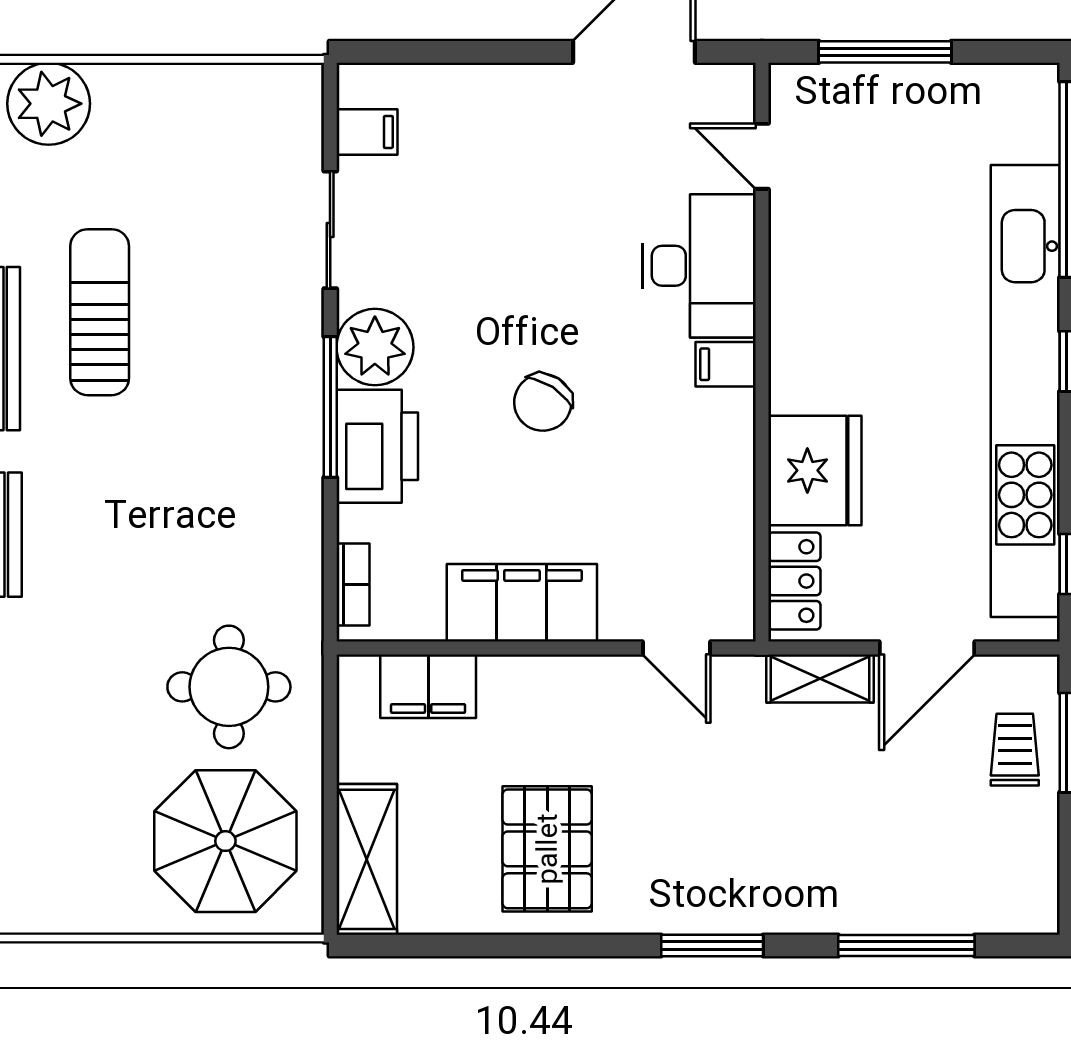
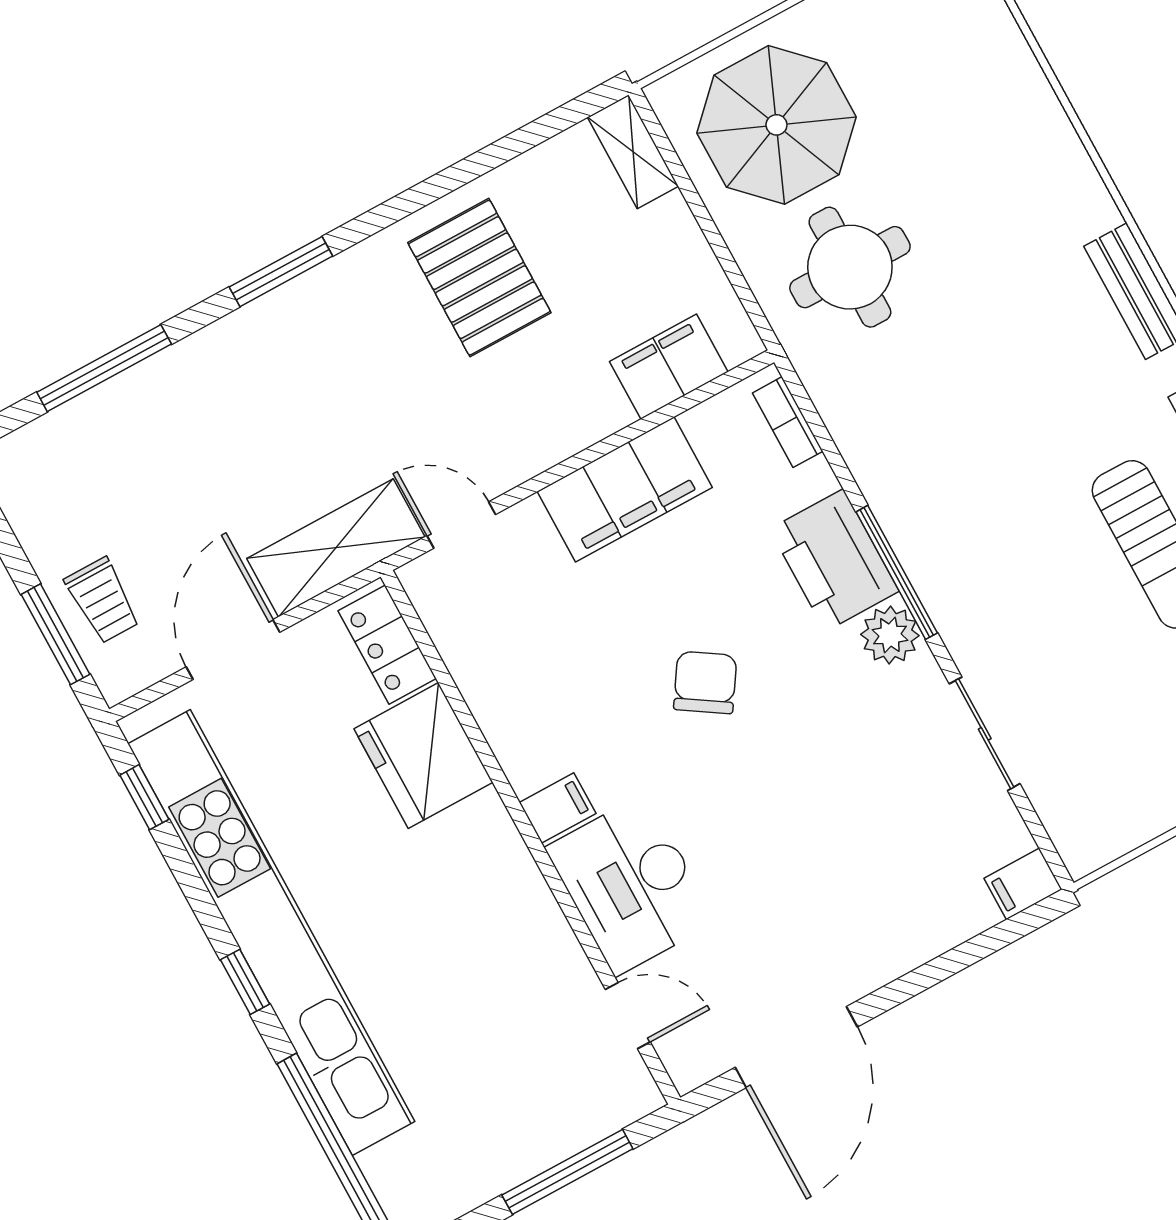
filing cabinet: (367, 132) -> (1023, 884), moved
plant: (375, 347) -> (890, 635), width x0.73, depth x0.73
shelving: (820, 678) -> (336, 548), width x1.50, depth x1.33
shelving: (367, 859) -> (633, 152), width x0.67, depth x0.75

